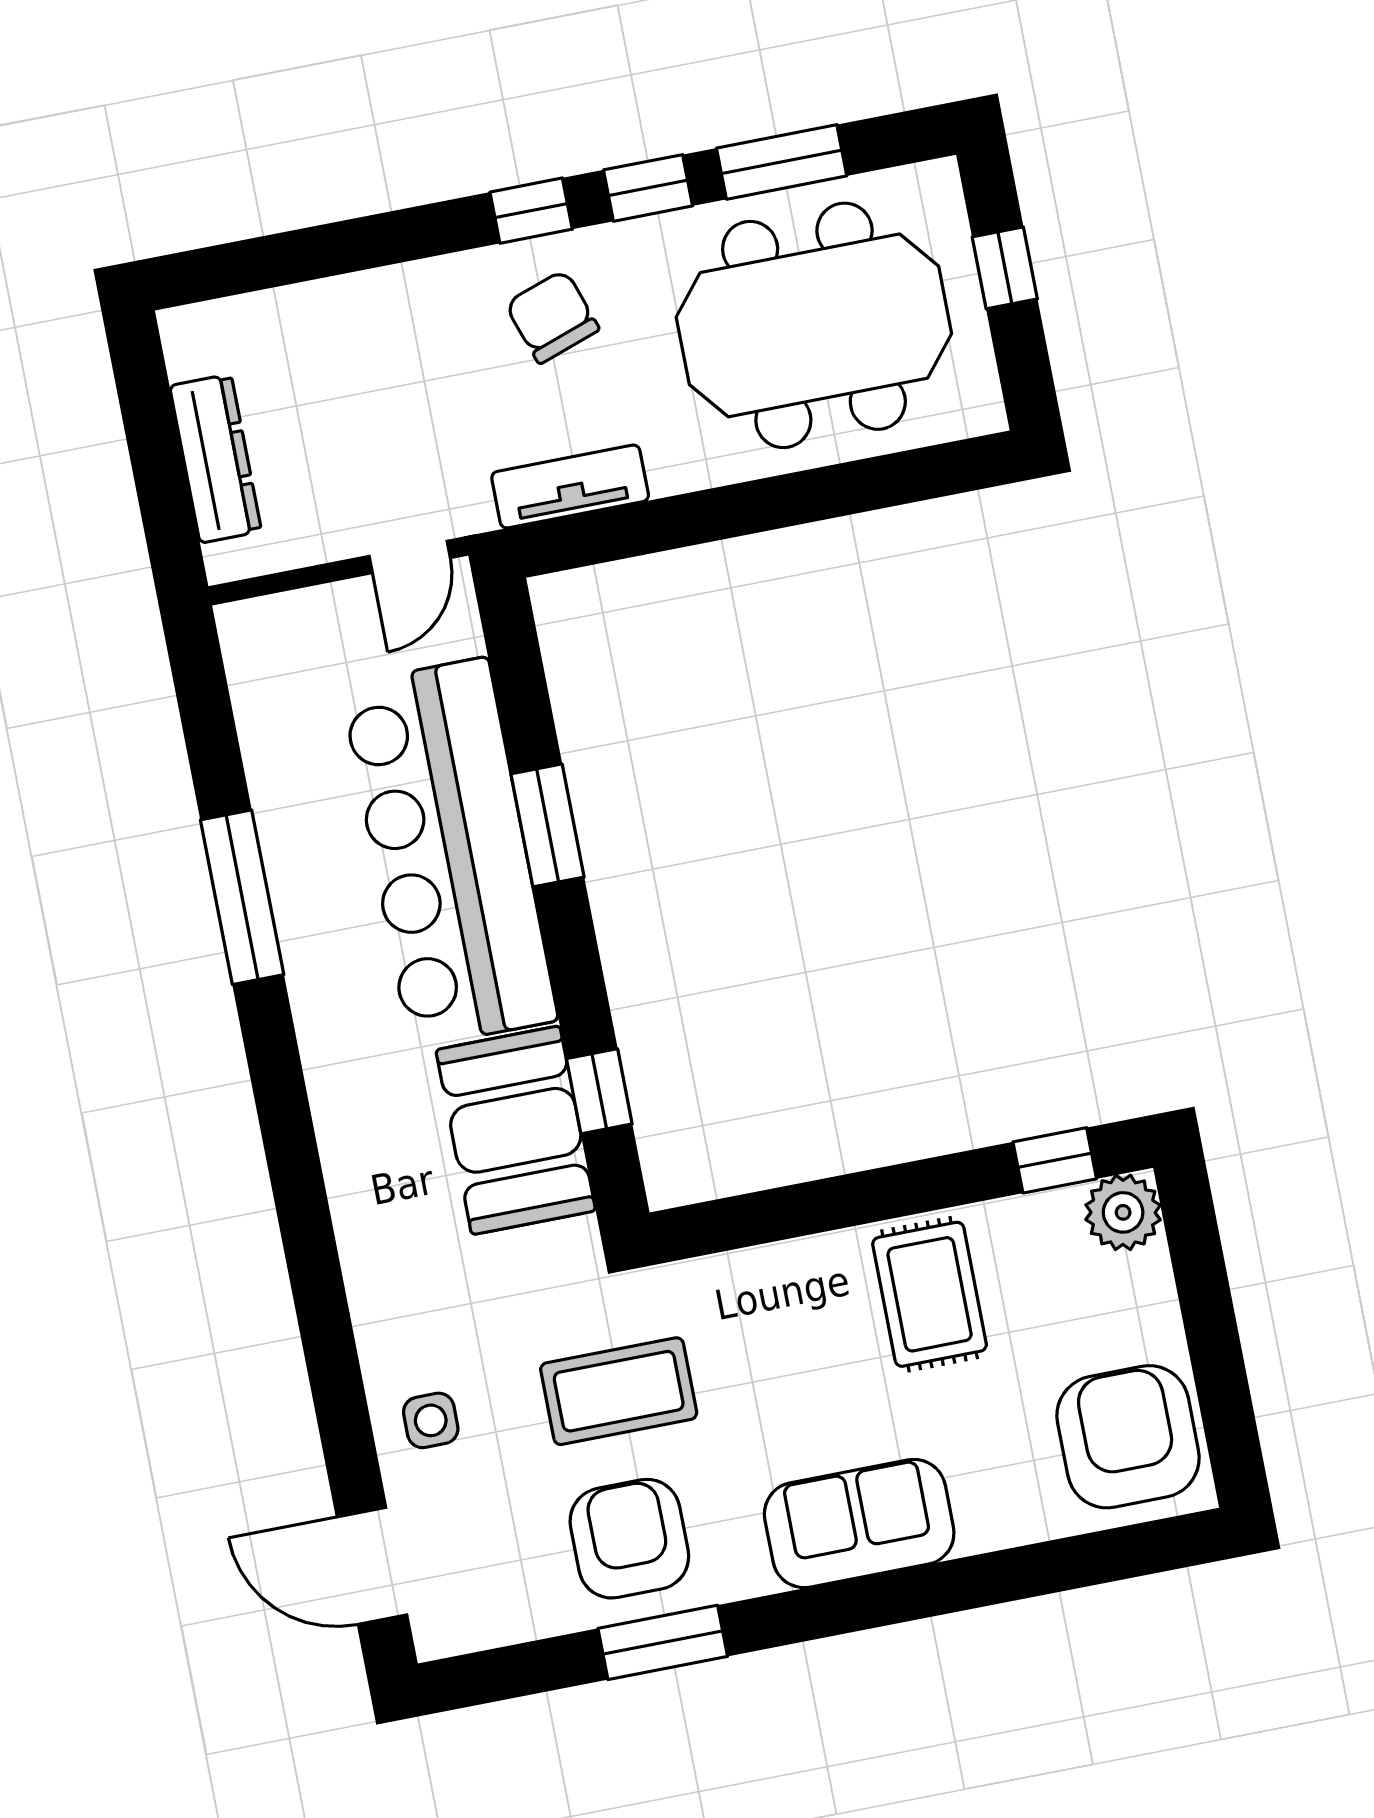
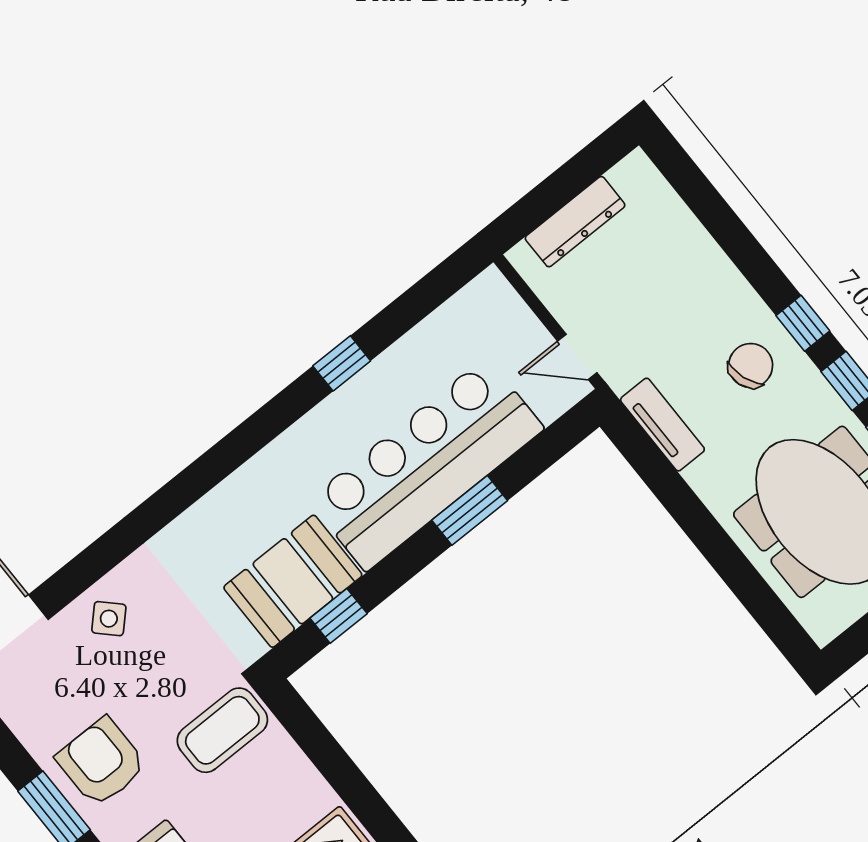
window: (242, 897) -> (342, 363), width x0.46
coffee table: (619, 1391) -> (222, 730), moved, turned 90
side table: (431, 1420) -> (109, 619), turned 45
armchair: (629, 1539) -> (101, 762), turned -90

